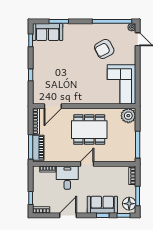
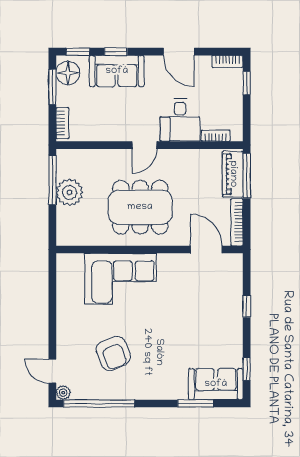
armchair: (104, 49) -> (113, 353), turned 97
corner sofa: (122, 84) -> (121, 279), moved, turned 90
door: (53, 106) -> (206, 250), hinge flipped
plant: (128, 116) -> (69, 192), moved
door: (68, 215) -> (179, 52), hinge flipped

